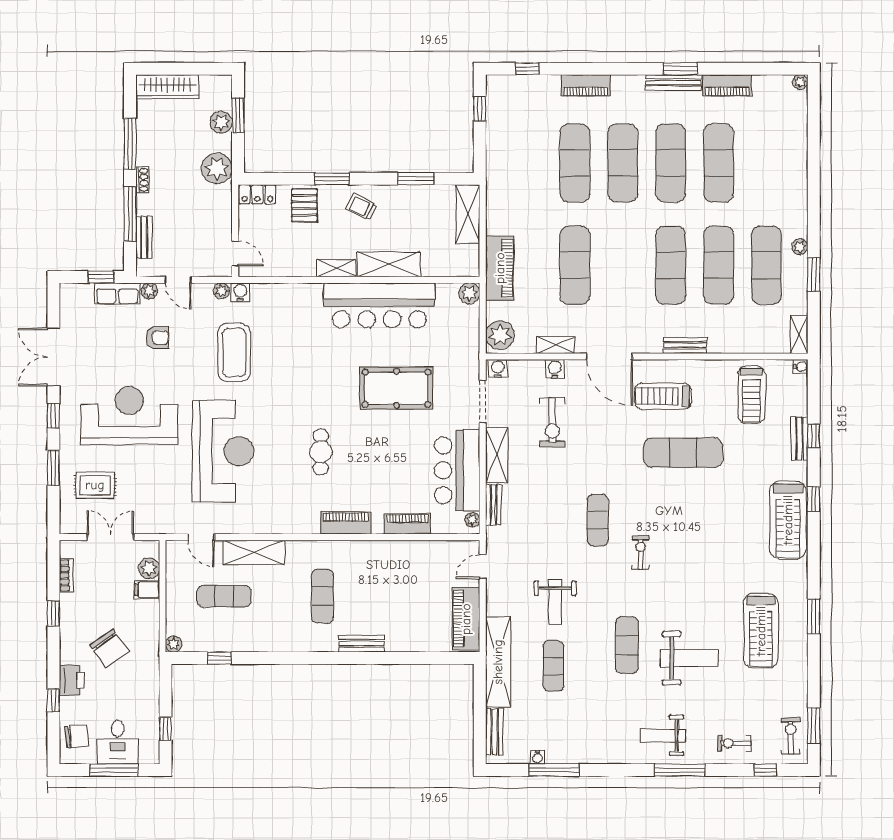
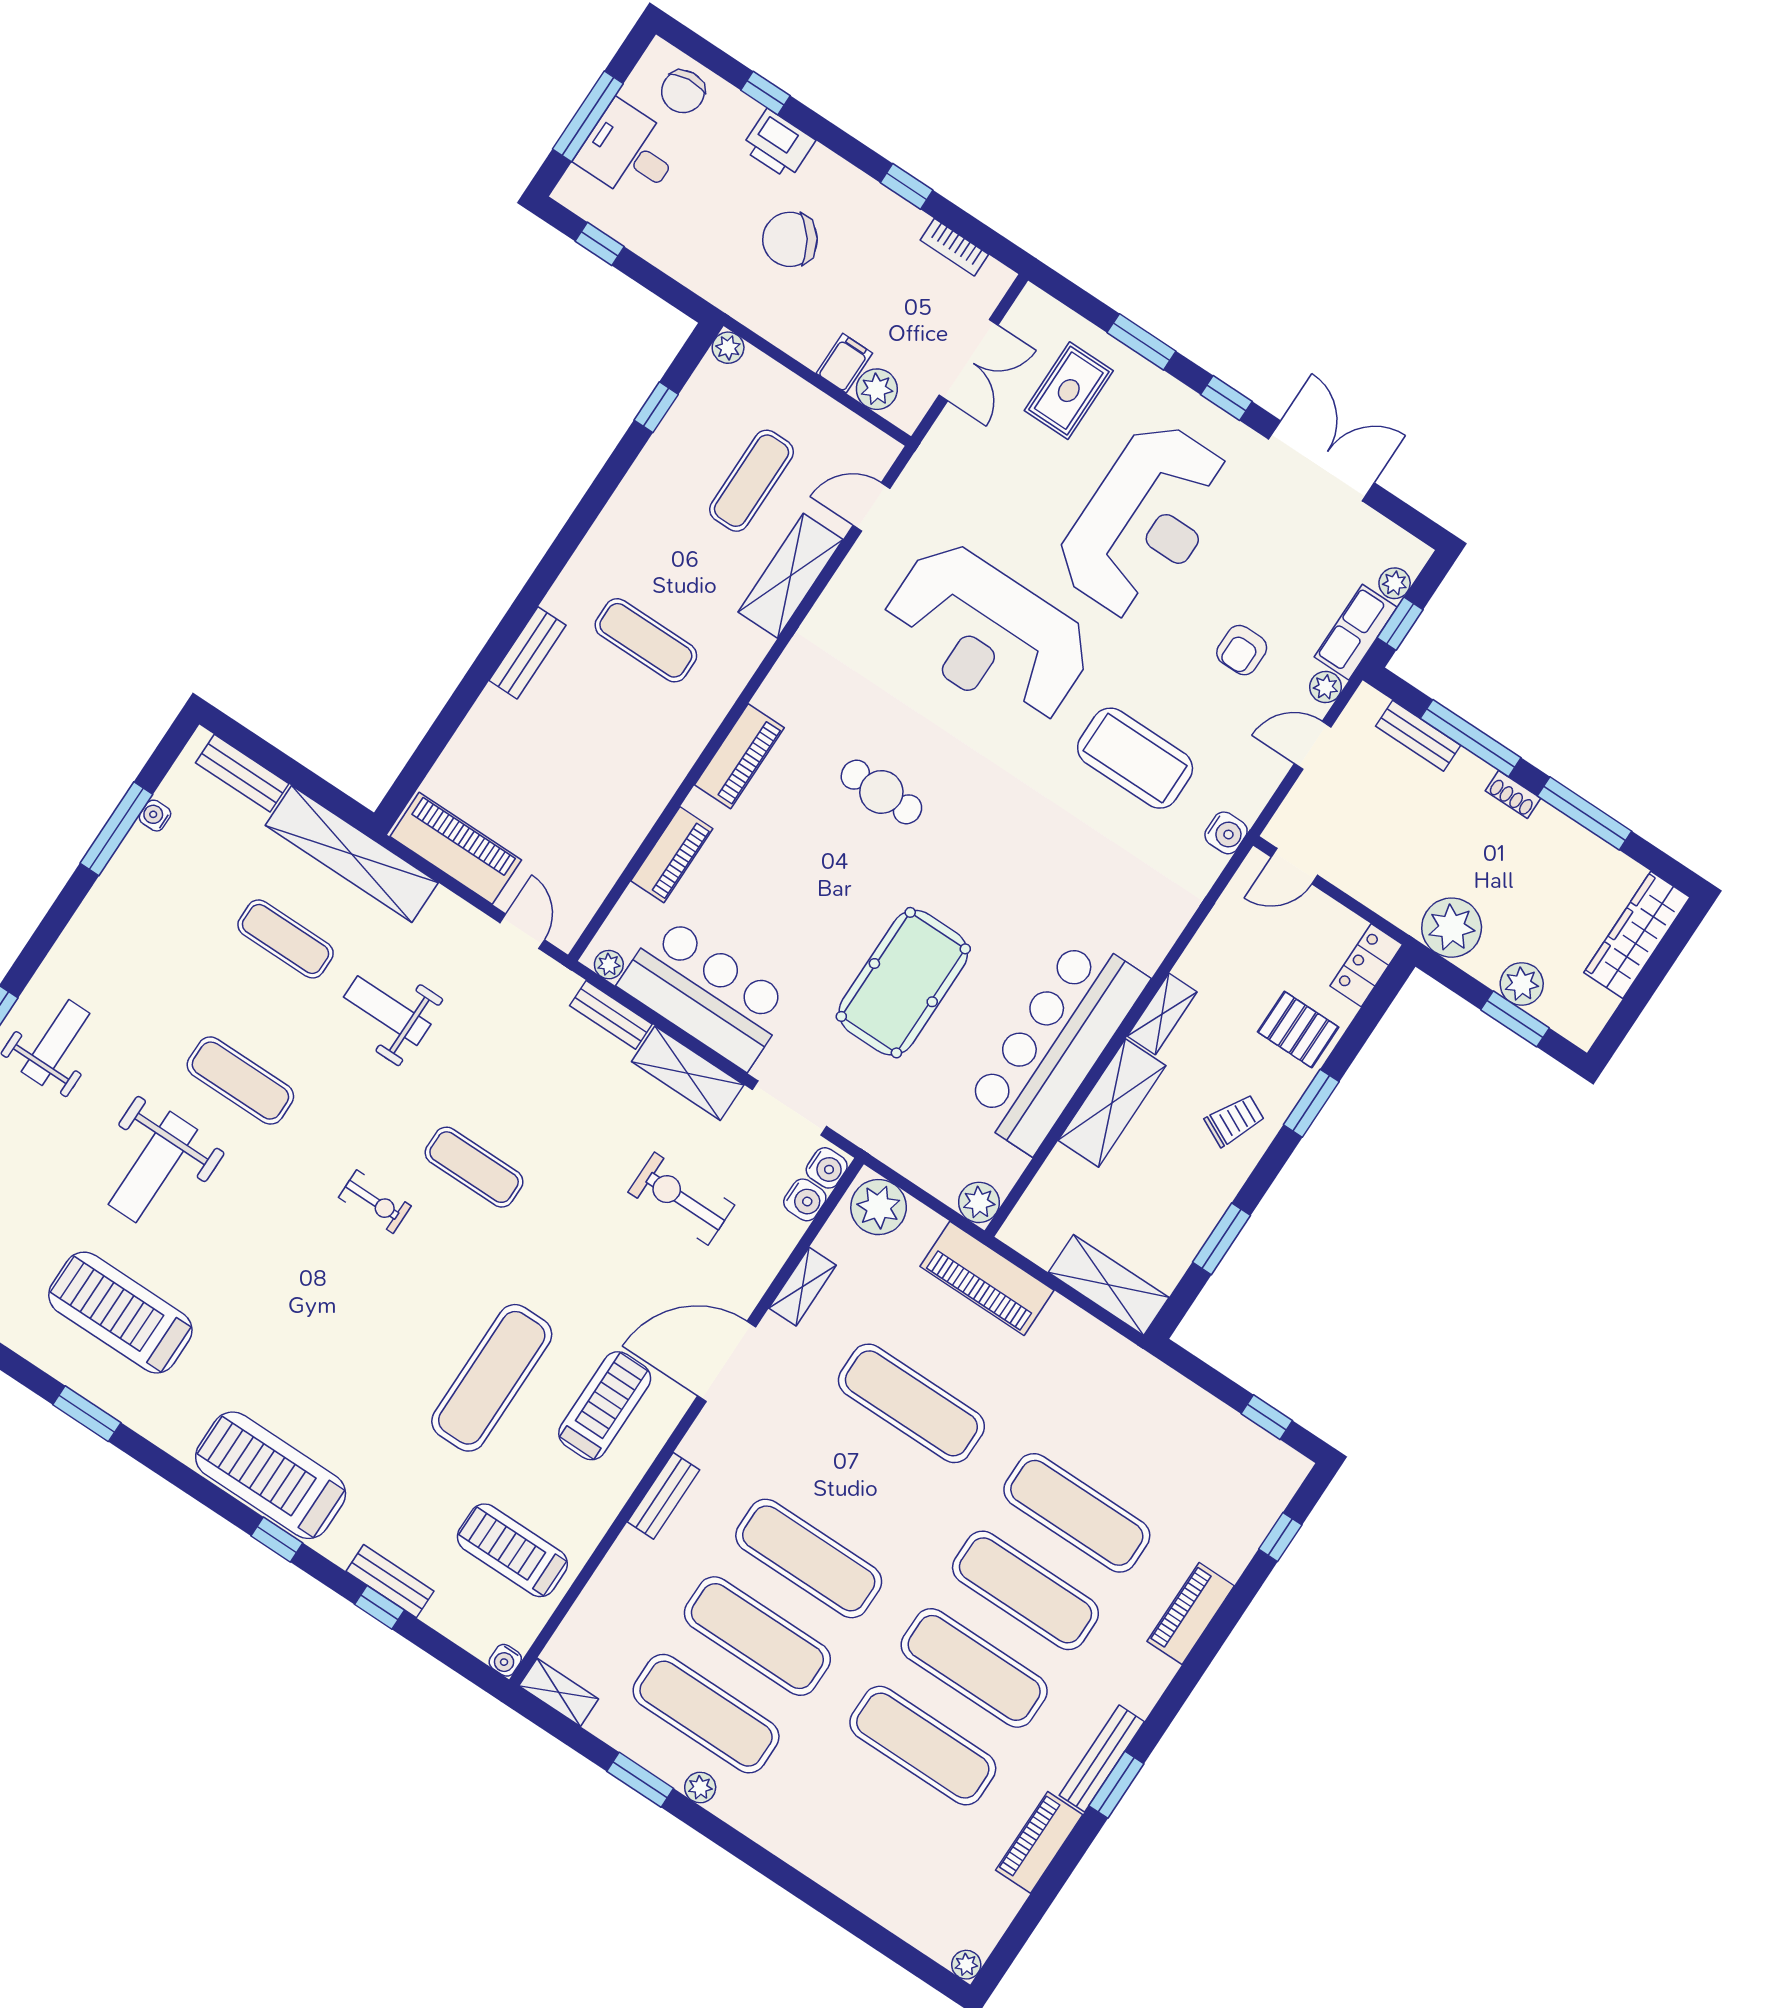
plant: (221, 291) -> (1395, 583), moved
water cooler: (555, 369) -> (805, 1200), moved

